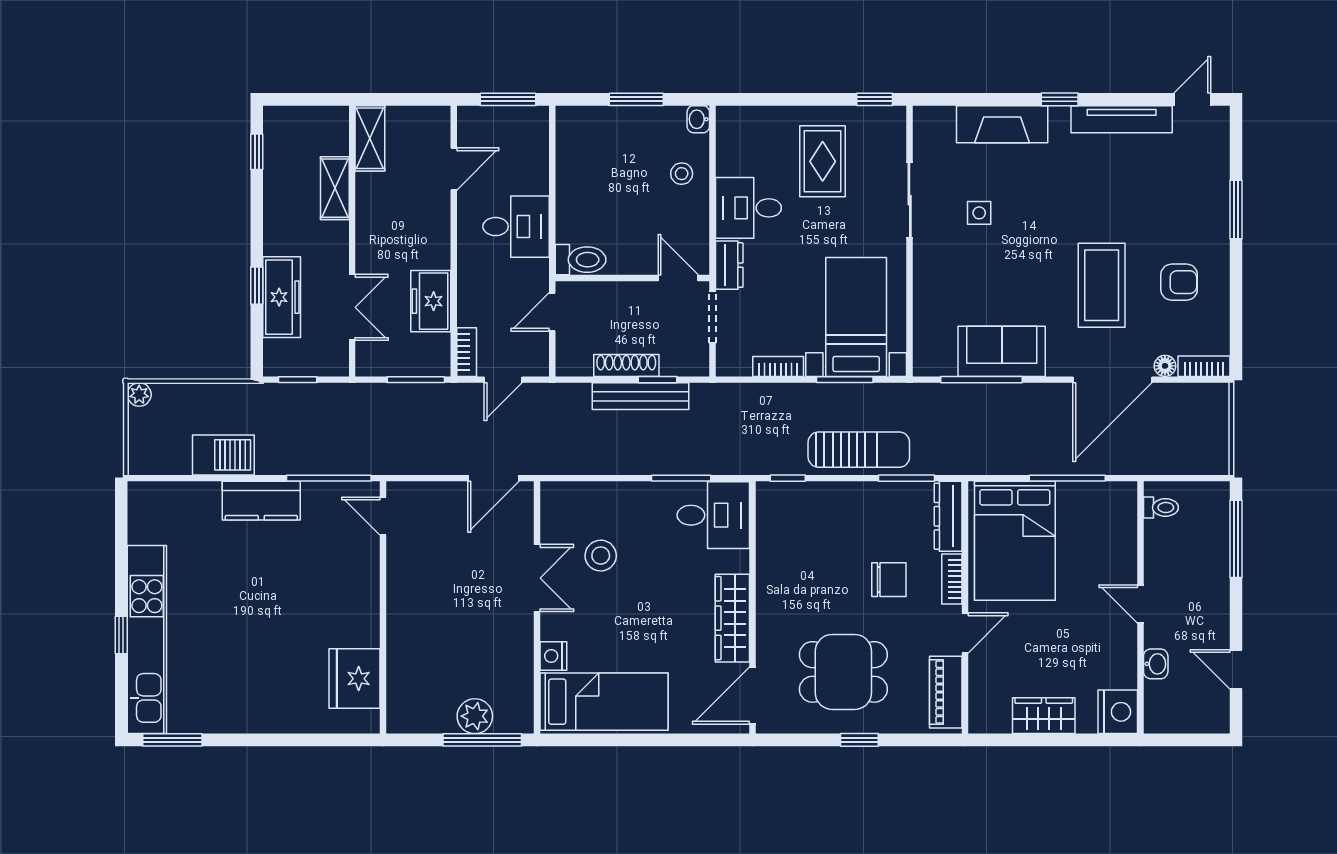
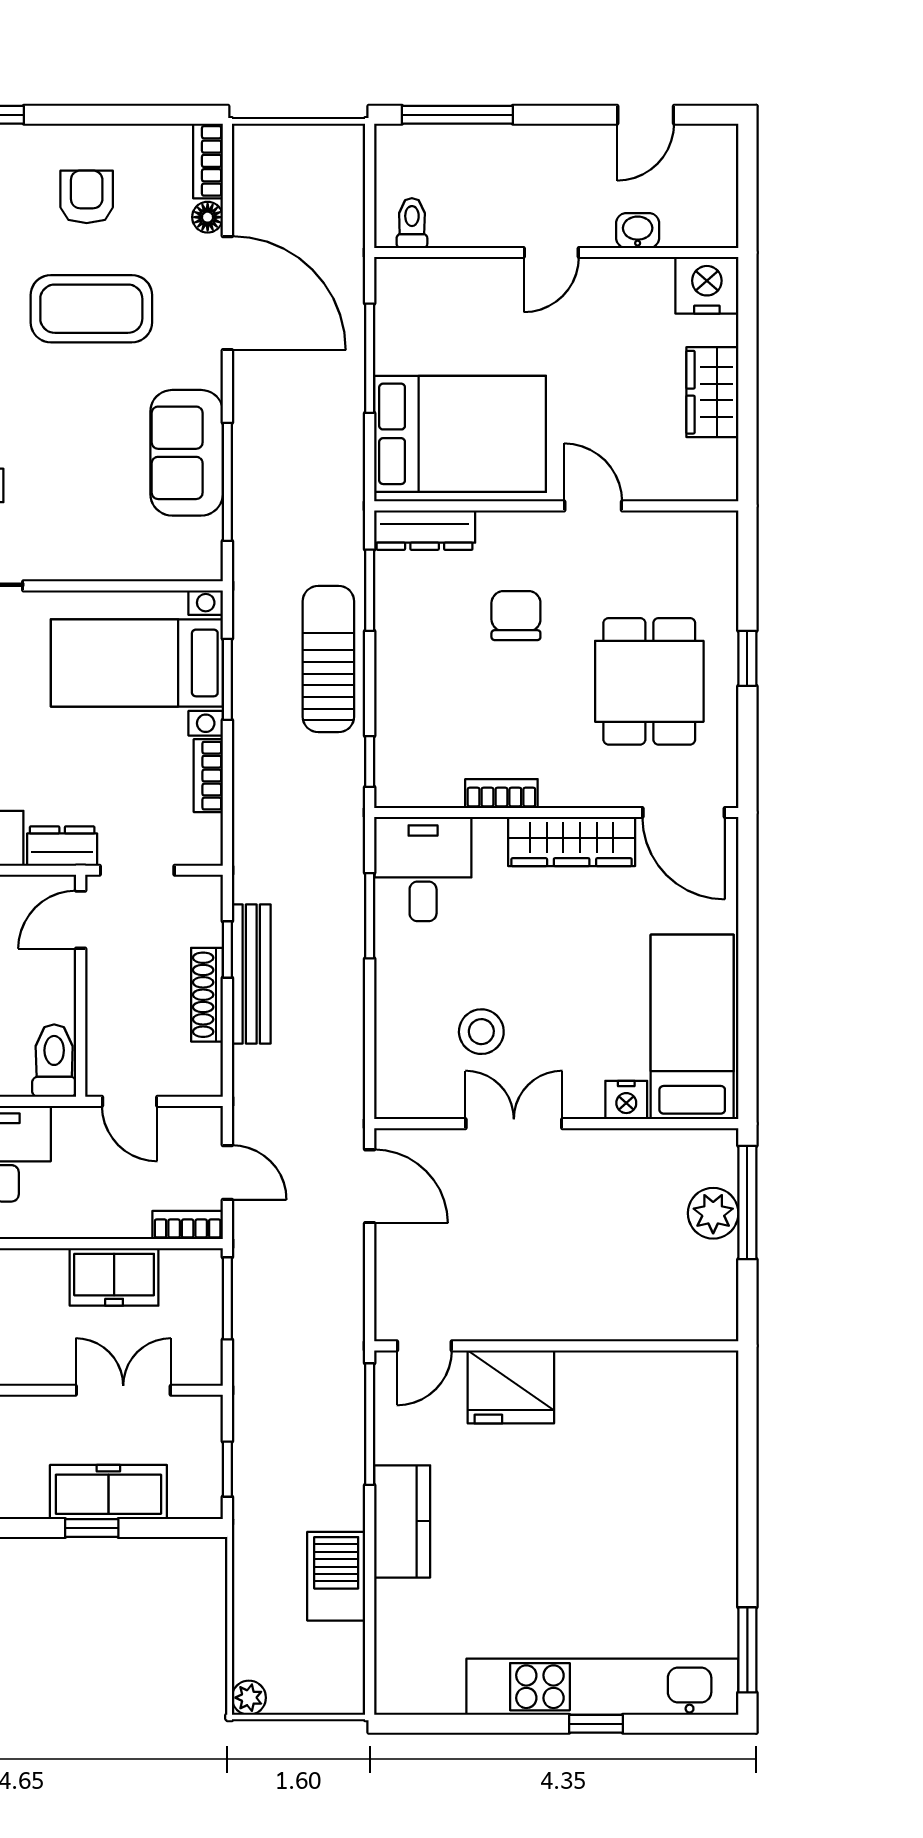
bookcase: (952, 579) -> (501, 794), moved, turned 180
fridge: (355, 679) -> (511, 1387), moved
piano: (946, 692) -> (678, 533), removed

